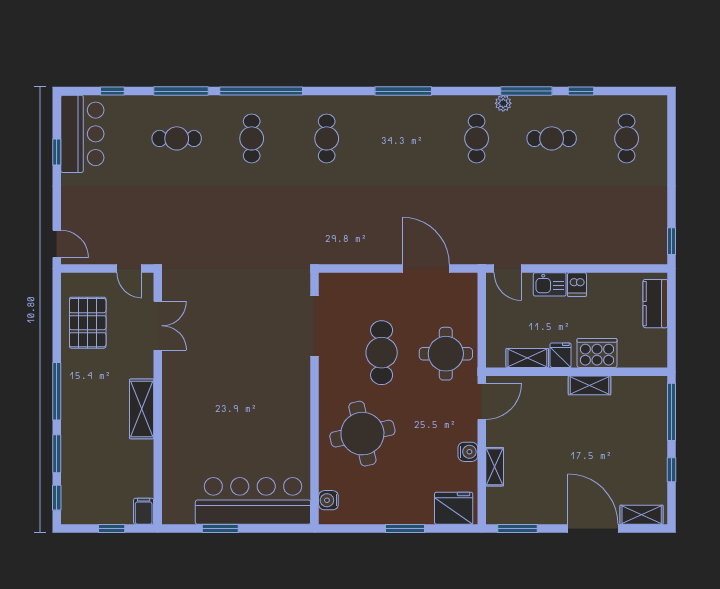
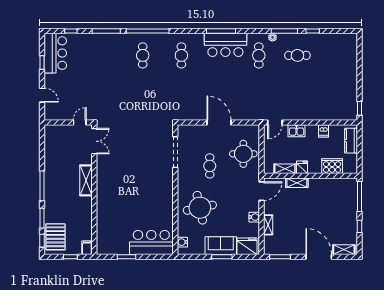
bar counter: (412, 118) -> (225, 45), added
cafe table: (177, 138) -> (104, 55), removed
cafe table: (627, 138) -> (336, 55), removed
door: (57, 244) -> (42, 95), moved
door: (129, 268) -> (80, 122), swing flipped
door: (426, 268) -> (219, 122), moved
door: (508, 268) -> (275, 122), hinge flipped
dishwasher: (577, 285) -> (324, 131), moved
pallet: (88, 323) -> (55, 237), moved
double door: (158, 326) -> (94, 141), moved
cafe table: (382, 353) -> (210, 166), width x0.73, depth x0.74
cooker: (597, 353) -> (332, 166), moved
round table: (446, 354) -> (243, 154), moved
shelving: (590, 385) -> (297, 183), moved
shelving: (142, 409) -> (86, 180), moved
bar counter: (253, 501) -> (151, 242), width x0.73
sofa: (403, 507) -> (221, 246), added

